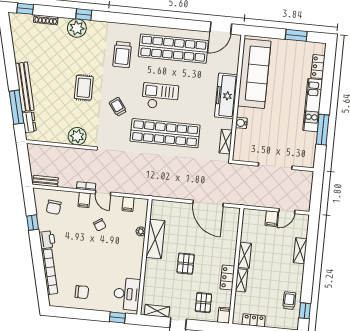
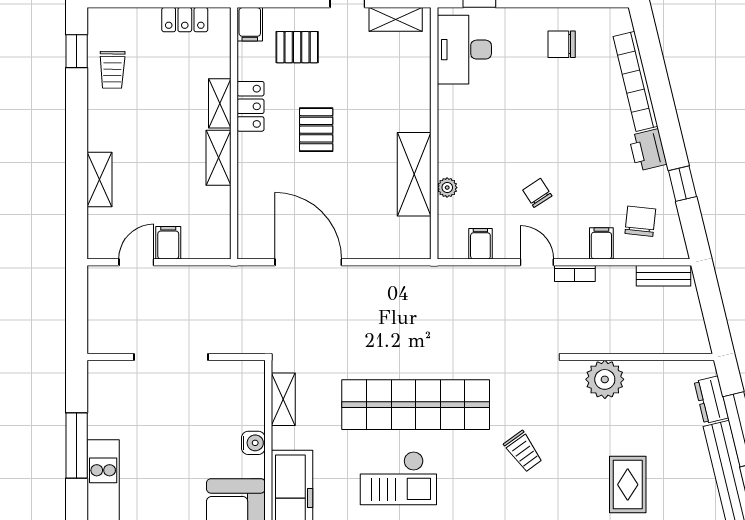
rug: (84, 88) -> (628, 485), moved
checkout: (160, 96) -> (398, 478), moved
filing cabinet: (84, 200) -> (601, 243), moved
pallet: (186, 264) -> (316, 130), moved
pallet: (203, 303) -> (297, 47), turned 90

